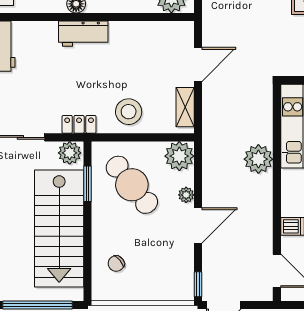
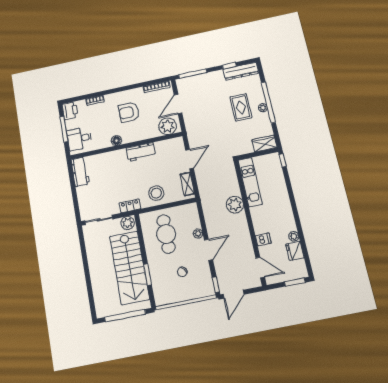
workbench: (83, 34) -> (141, 152), moved
plant: (179, 156) -> (190, 212), removed
window: (88, 184) -> (148, 275), moved
cafe table: (132, 185) -> (166, 234), turned 39
chair: (116, 263) -> (182, 272), moved

